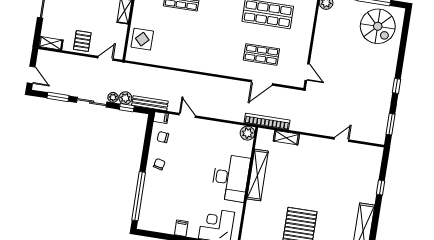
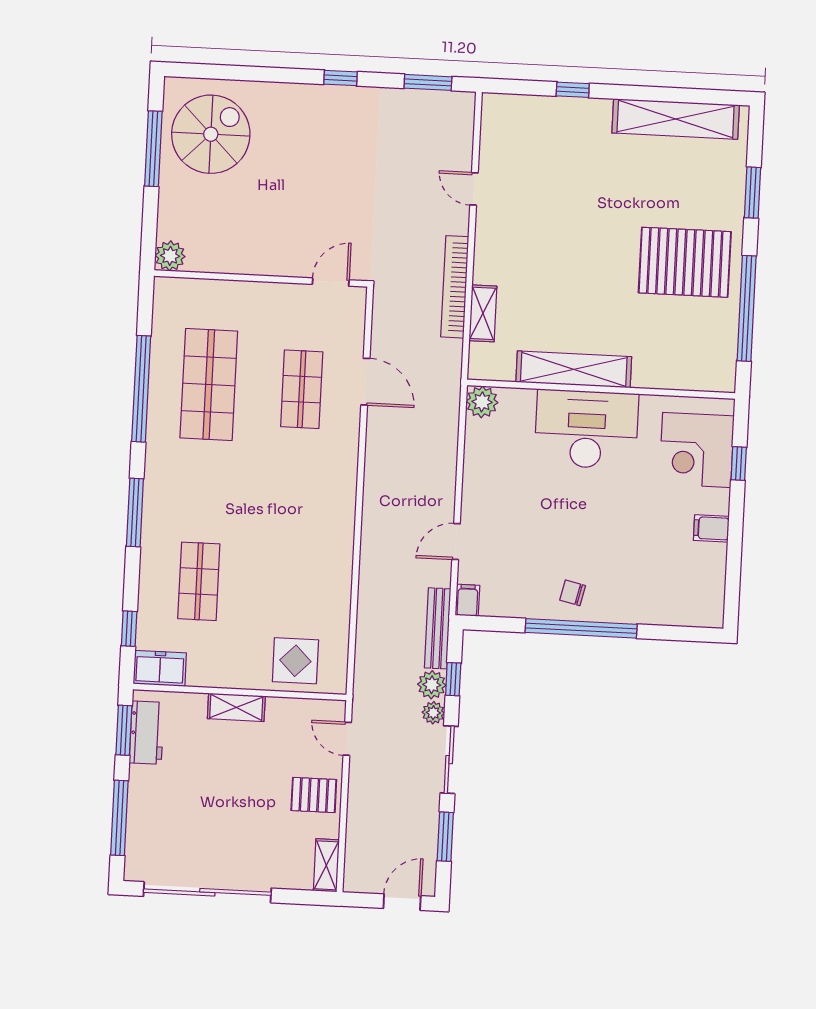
bookcase: (267, 121) -> (455, 287), moved
chair: (163, 137) -> (511, 591), removed
window: (139, 196) -> (581, 628), moved

